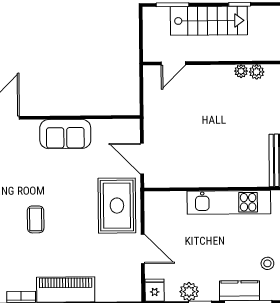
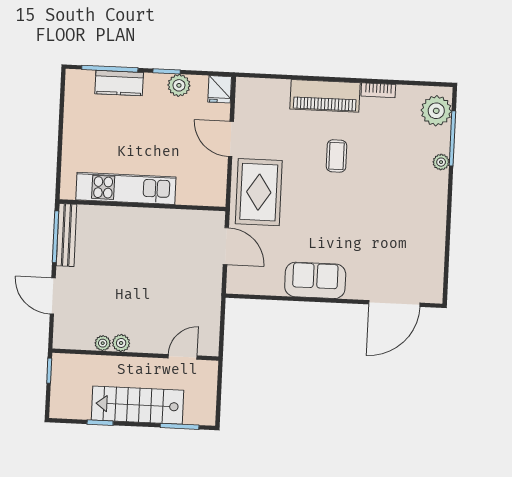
plant: (257, 72) -> (121, 343), moved
coffee table: (36, 219) -> (336, 156), moved
stool: (267, 263) -> (84, 114), removed

